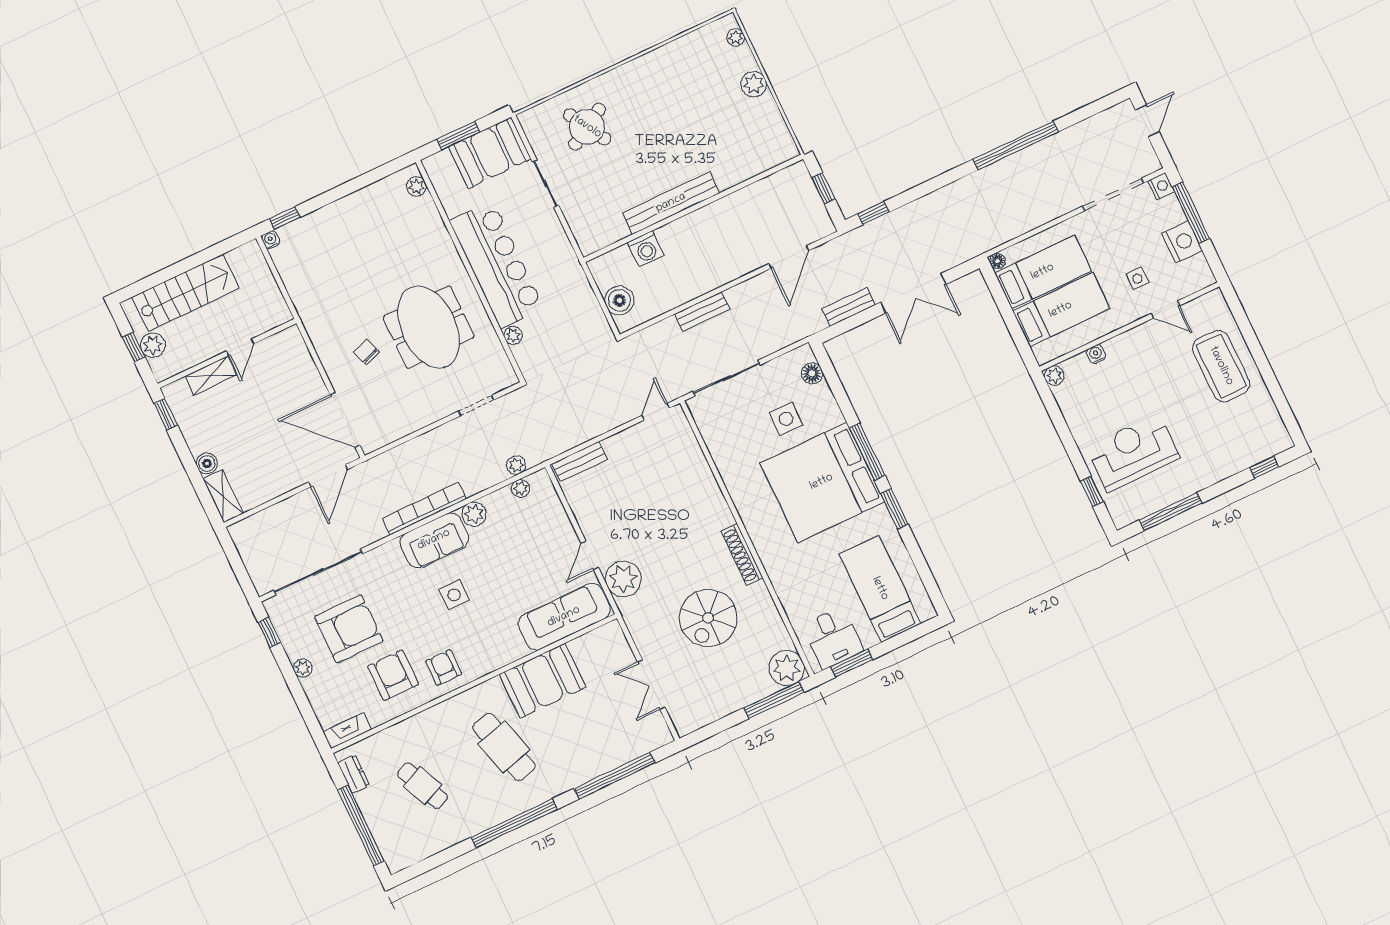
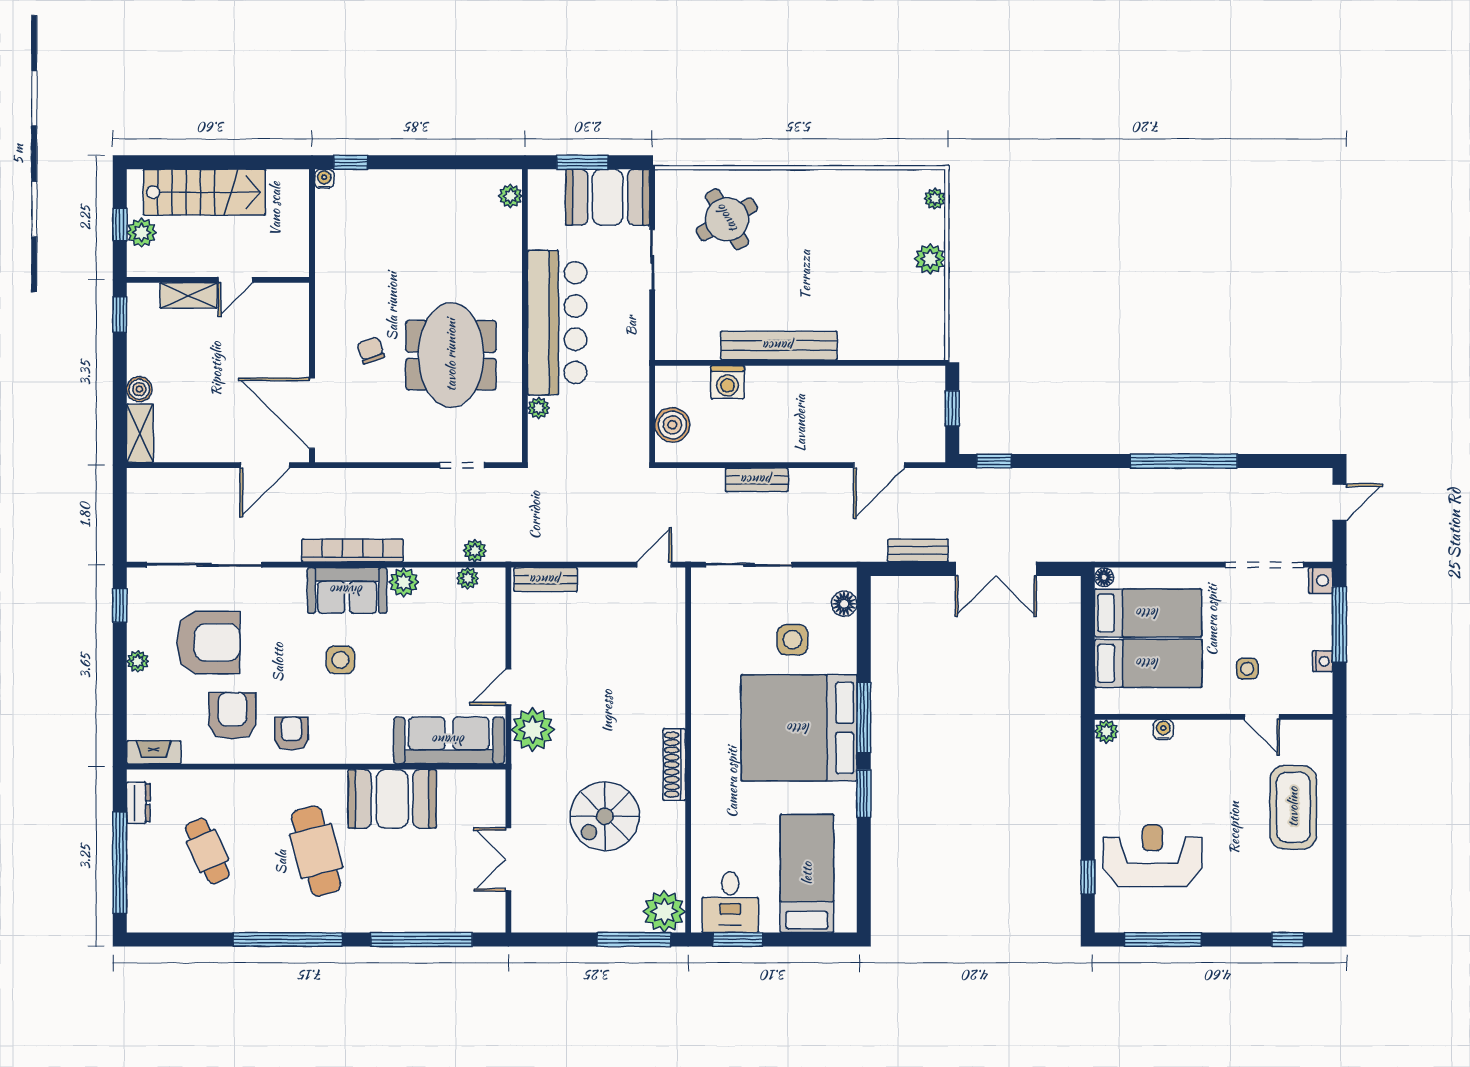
nightstand: (1182, 242) -> (1323, 661), width x0.53, depth x0.56

